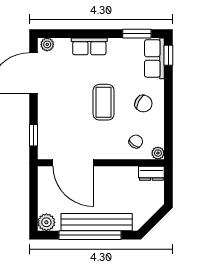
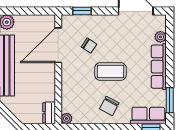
plant: (47, 44) -> (160, 37), moved
row of seats: (89, 46) -> (159, 67), width x1.48
chair: (136, 141) -> (89, 46), moved

